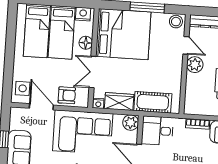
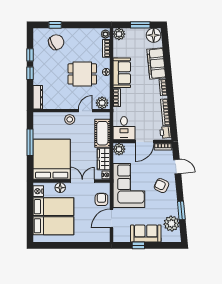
stool: (176, 22) -> (70, 119), moved
door: (186, 45) -> (85, 111), moved
plant: (195, 65) -> (102, 103), moved
double door: (92, 72) -> (82, 181), swing flipped
side table: (23, 88) -> (98, 234), removed

